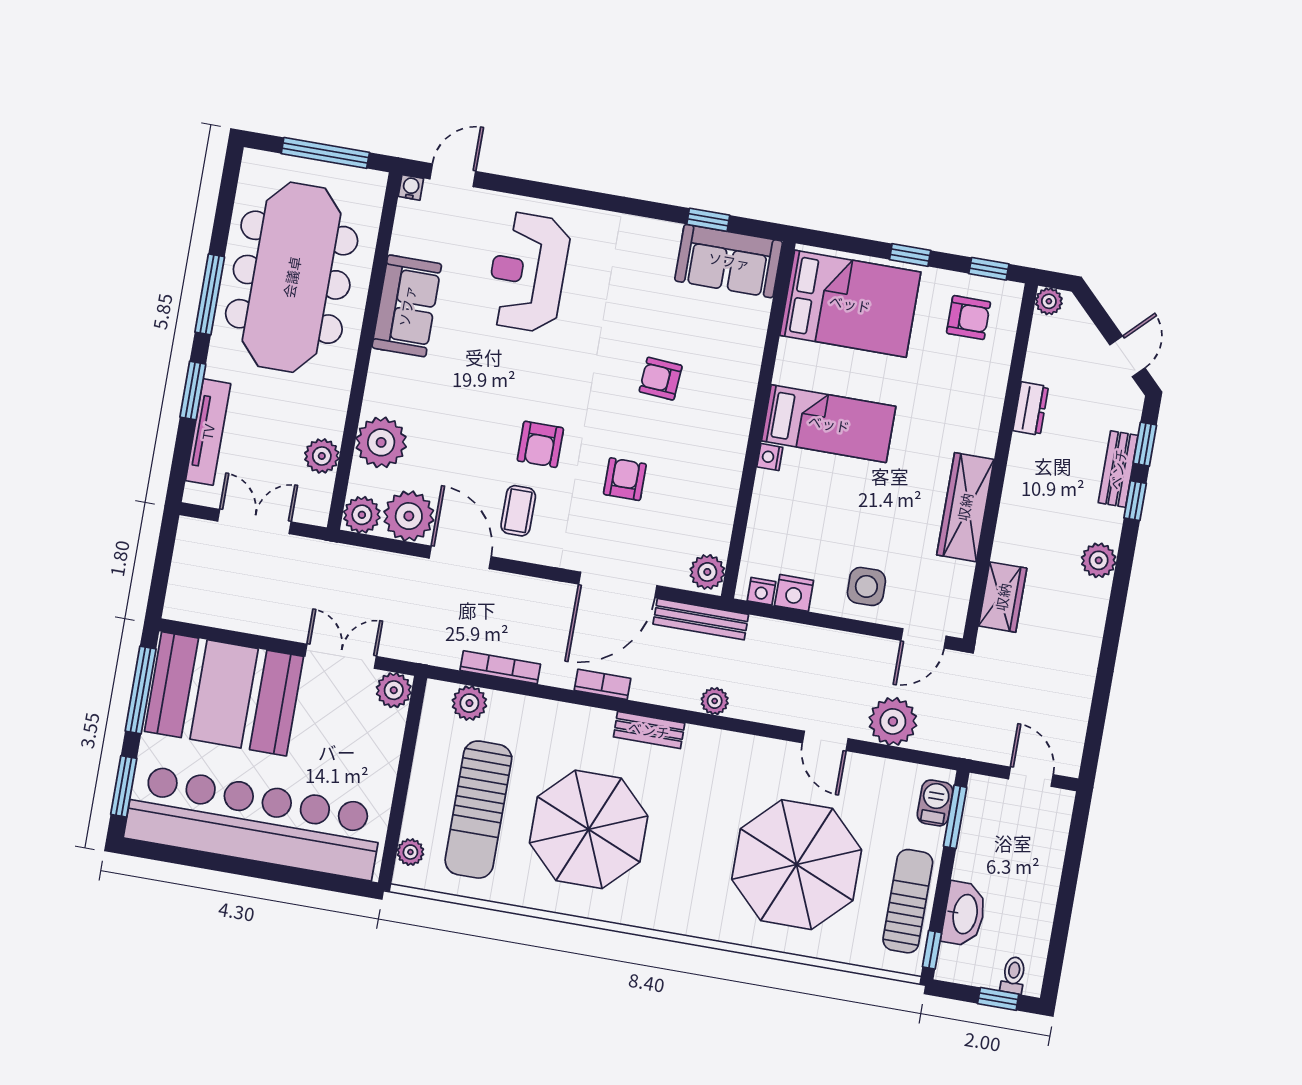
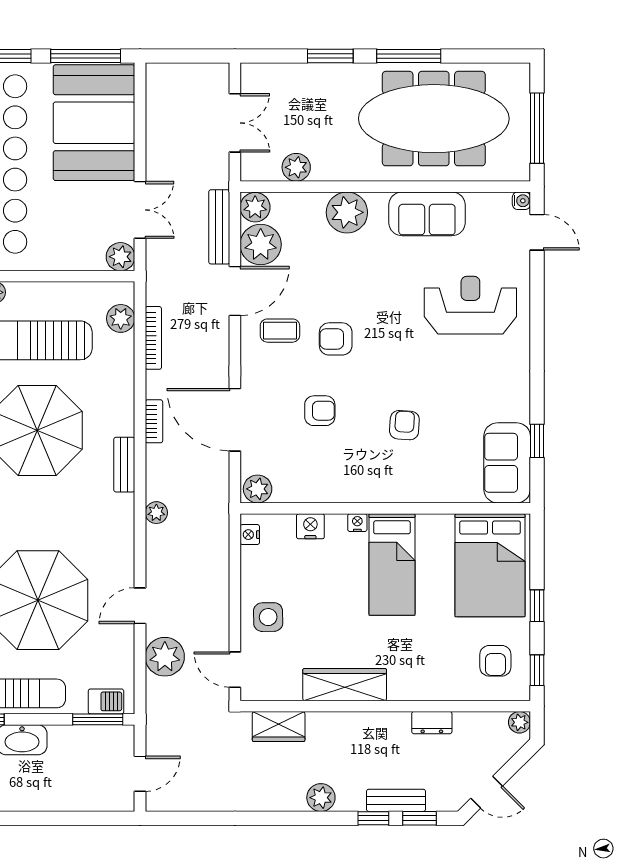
tv unit: (208, 432) -> (299, 74), removed
plant: (381, 442) -> (347, 212), moved
nightstand: (794, 593) -> (310, 526), moved, turned 90
bench: (701, 619) -> (219, 227), moved

